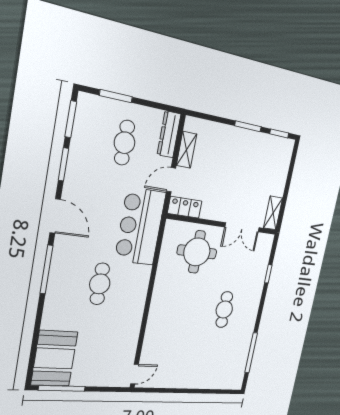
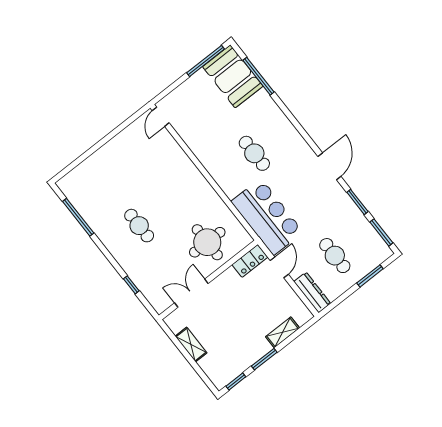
shelving: (187, 150) -> (283, 332), moved, turned 90
shelving: (273, 213) -> (191, 345), moved
door: (55, 216) -> (329, 166), swing flipped
window: (47, 270) -> (259, 76), moved

